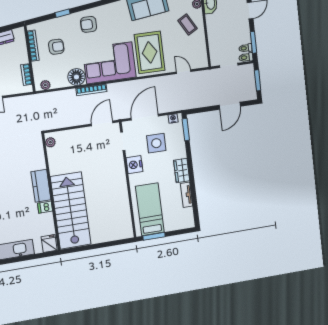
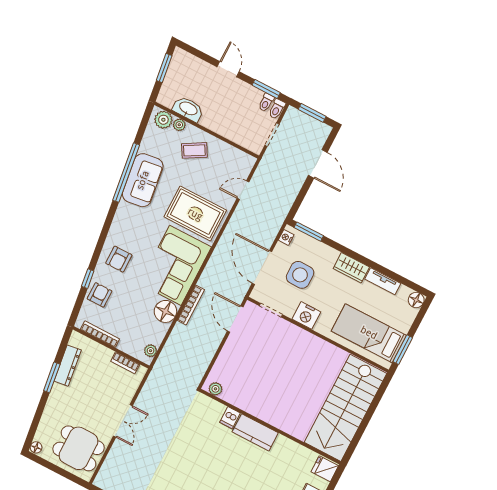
armchair: (56, 47) -> (100, 295), moved
dishwasher: (45, 207) -> (230, 418), moved
stairs: (71, 211) -> (345, 408), moved, turned -90
floor lamp: (189, 222) -> (416, 300), added

